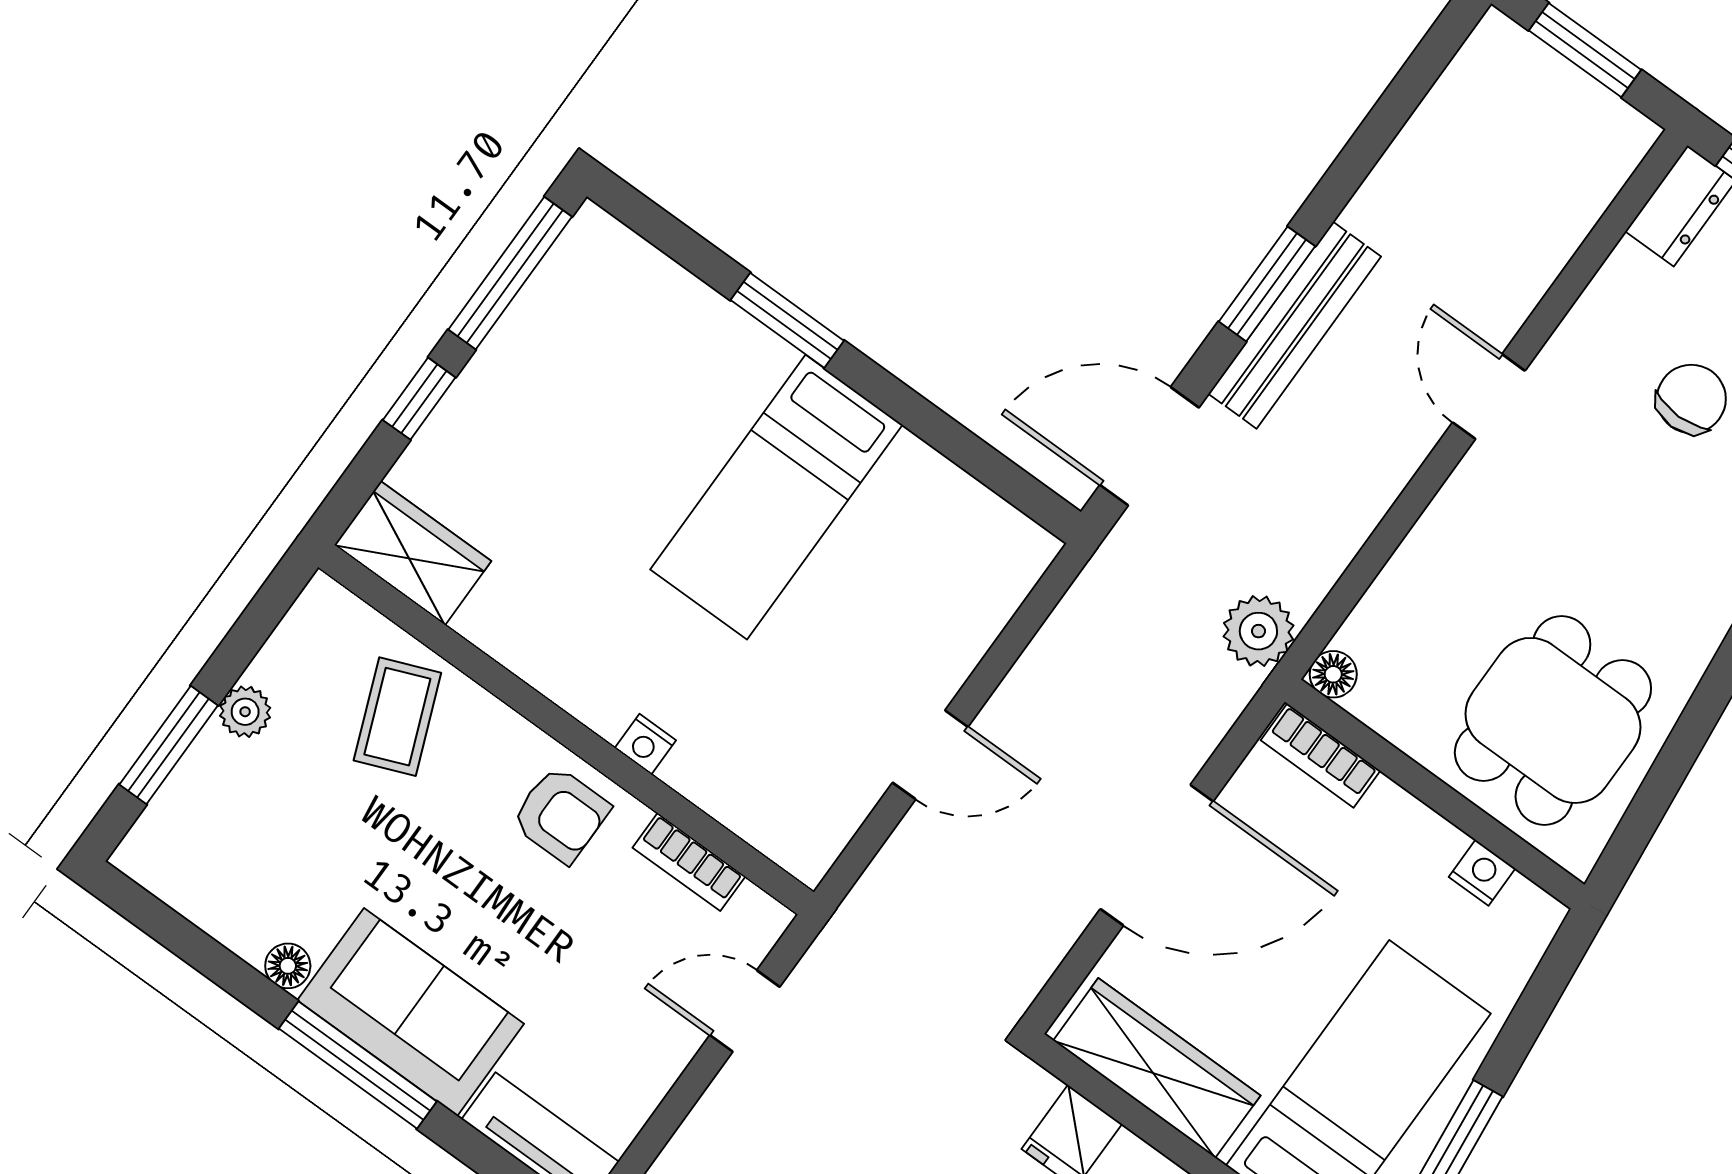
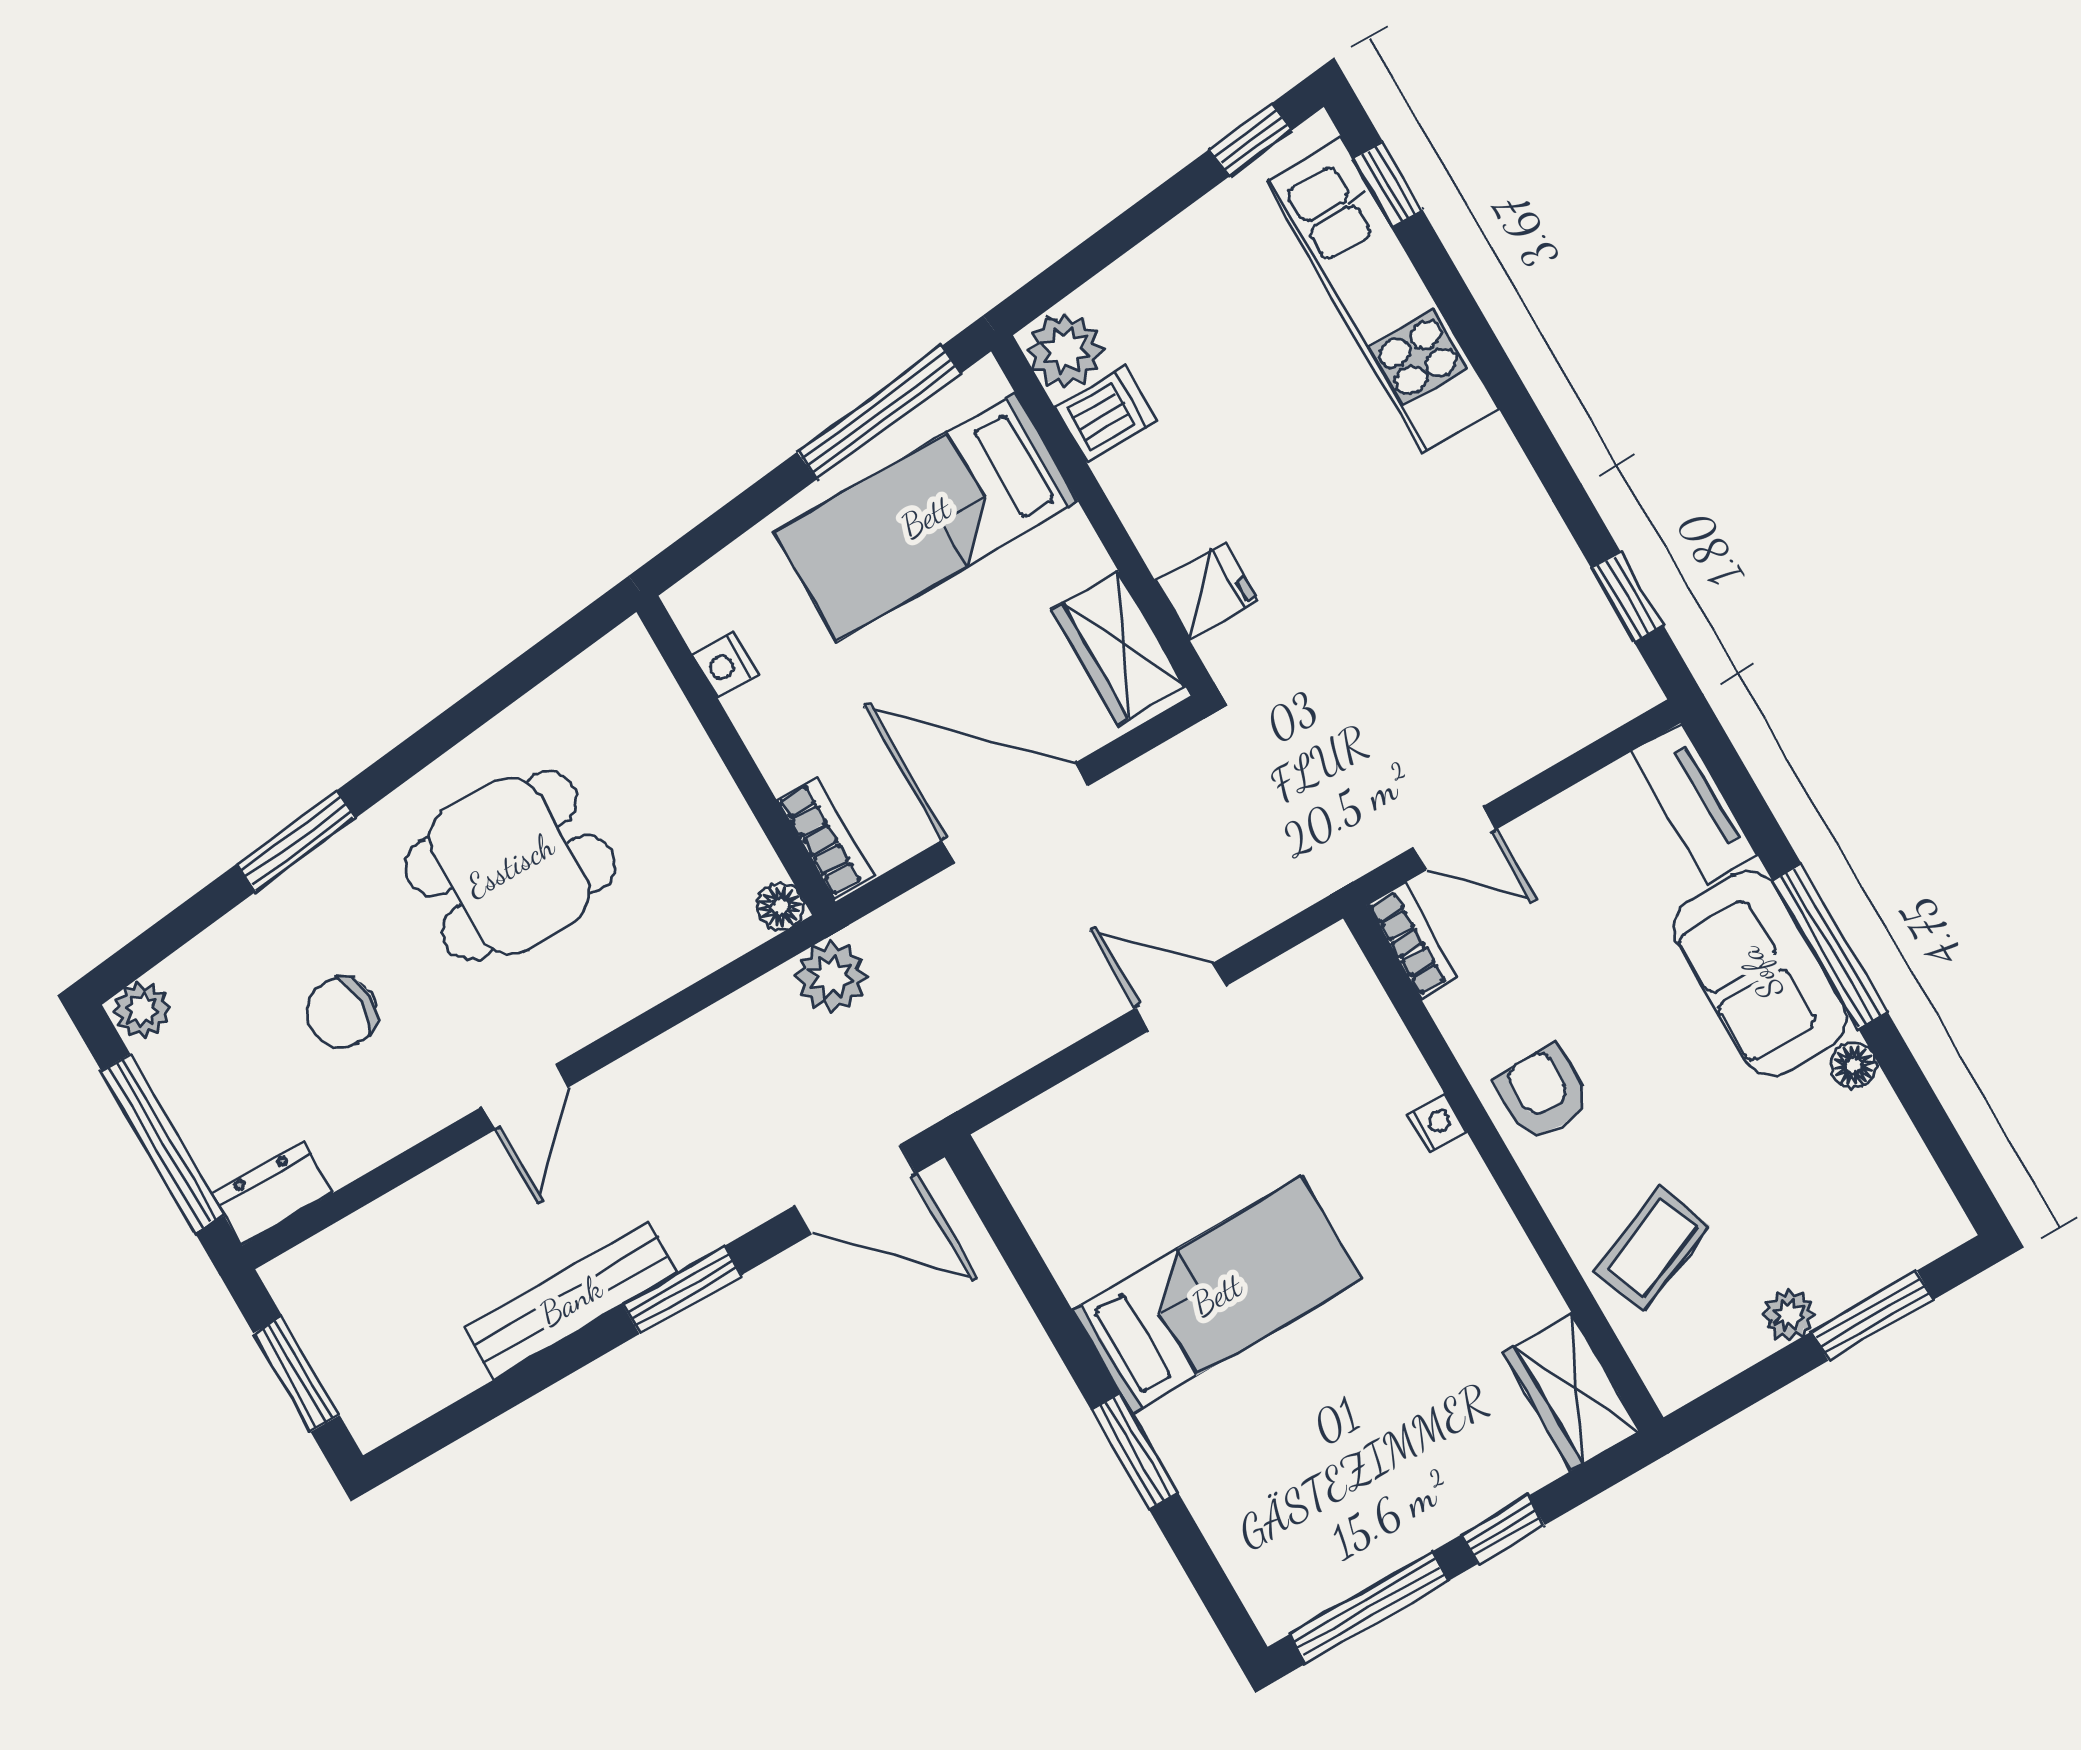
bench: (1295, 325) -> (571, 1301), moved
dining table: (1553, 720) -> (510, 866), moved
bookcase: (689, 862) -> (1412, 941), moved
wardrobe: (1157, 1068) -> (1118, 648), width x0.67

